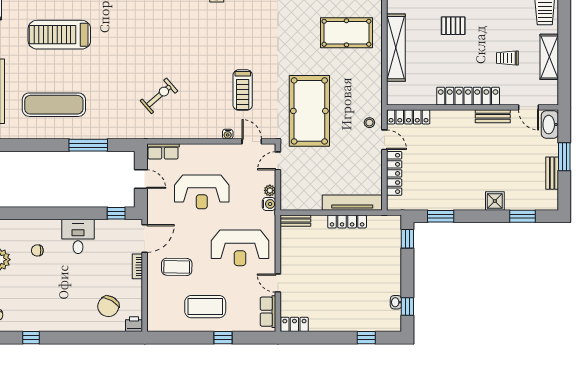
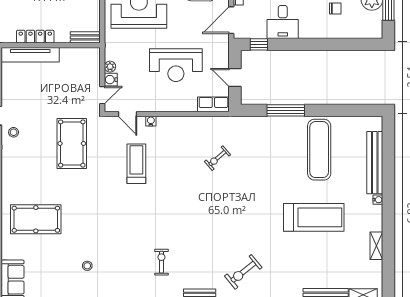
exercise bike: (159, 96) -> (217, 158), width x0.73, depth x0.72
exercise mat: (54, 105) -> (319, 150), turned 90
pool table: (309, 111) -> (72, 144), width x0.73, depth x0.76
reception desk: (202, 192) -> (176, 65), turned 180
water cooler: (269, 204) -> (111, 80), moved
desk: (78, 236) -> (283, 22), moved

